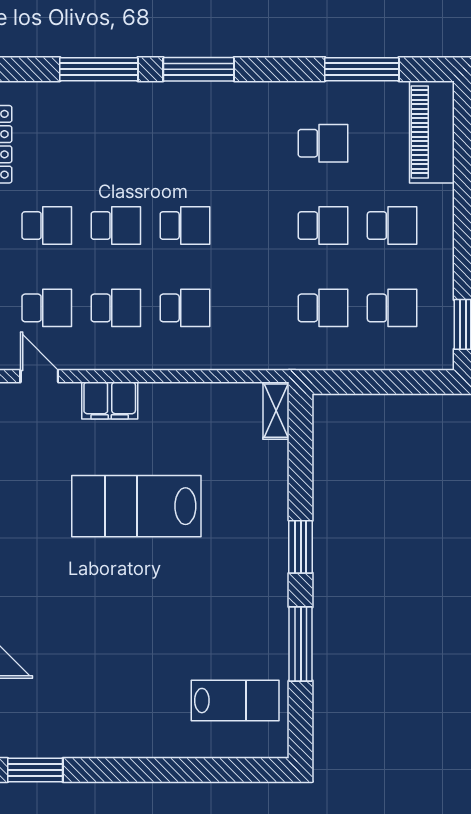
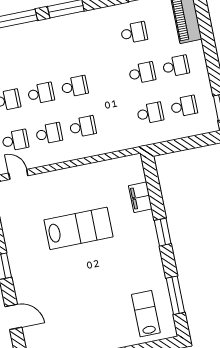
filing cabinet: (110, 400) -> (140, 197), moved, turned 90
shelving: (276, 411) -> (137, 168), removed
lab bench: (136, 506) -> (78, 228), turned 180
window: (301, 644) -> (175, 295), moved
lab bench: (235, 701) -> (146, 314), turned -90

